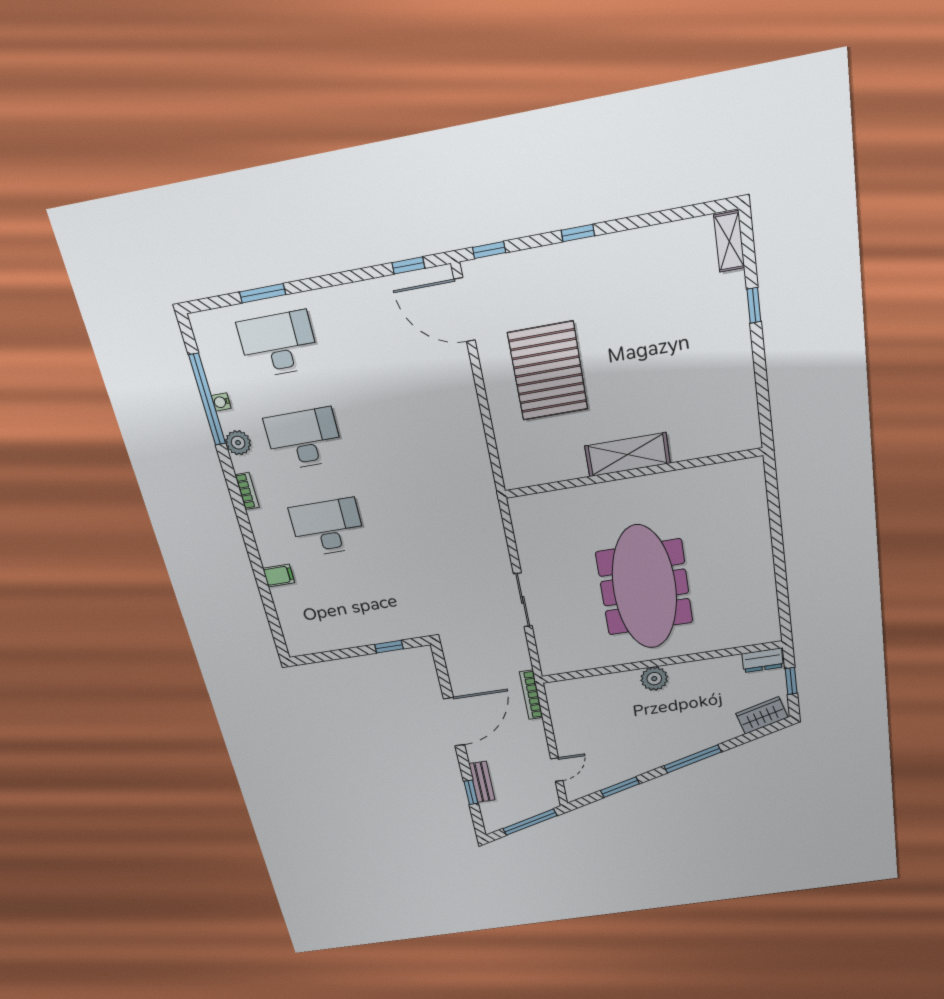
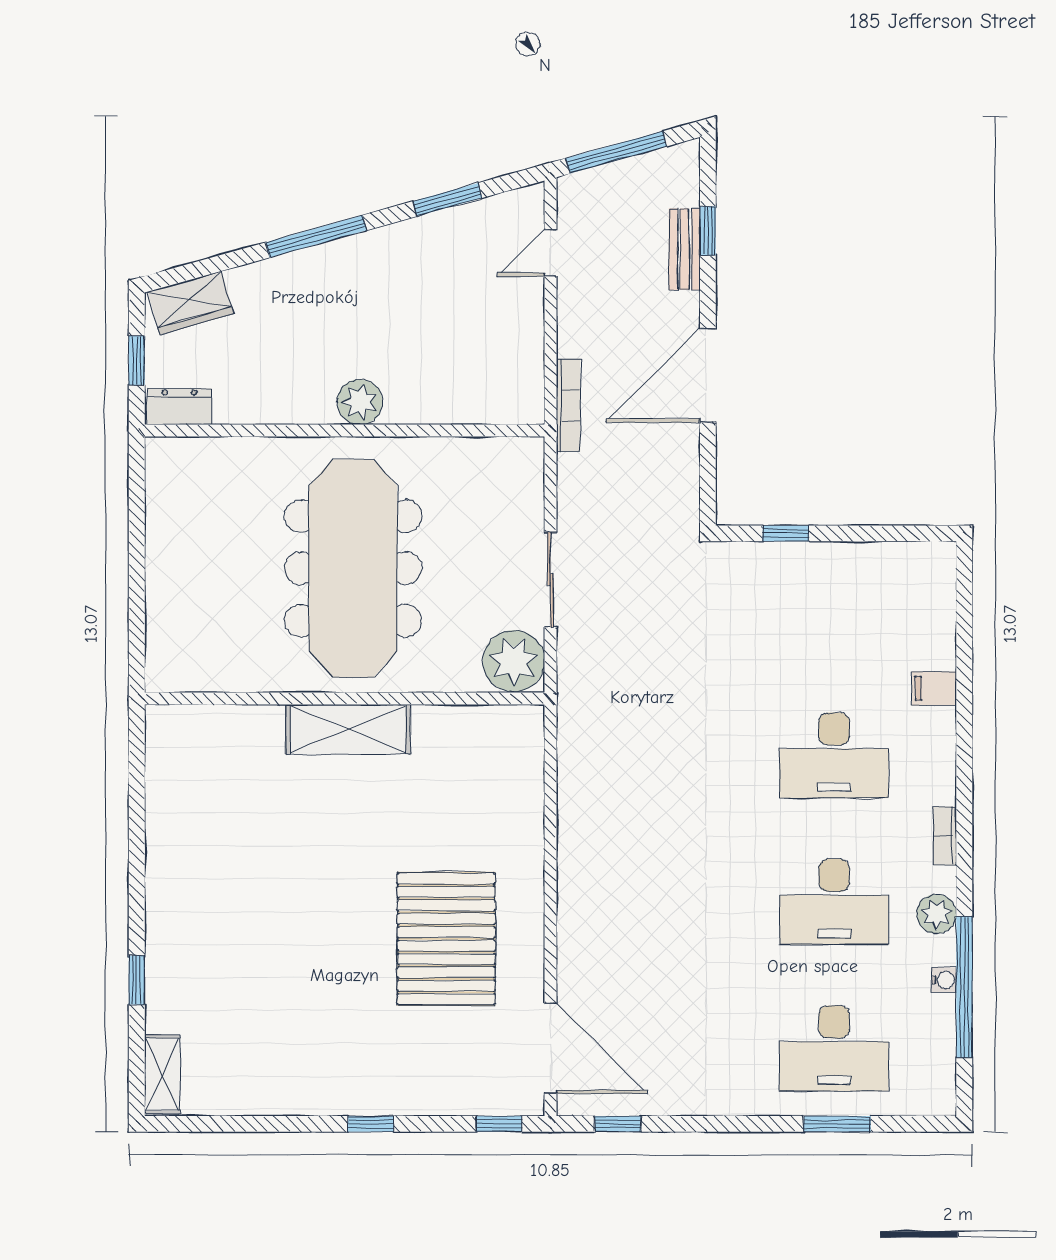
shelving: (627, 455) -> (348, 729), moved
wall: (633, 473) -> (345, 699), moved
plant: (536, 550) -> (514, 661), added

